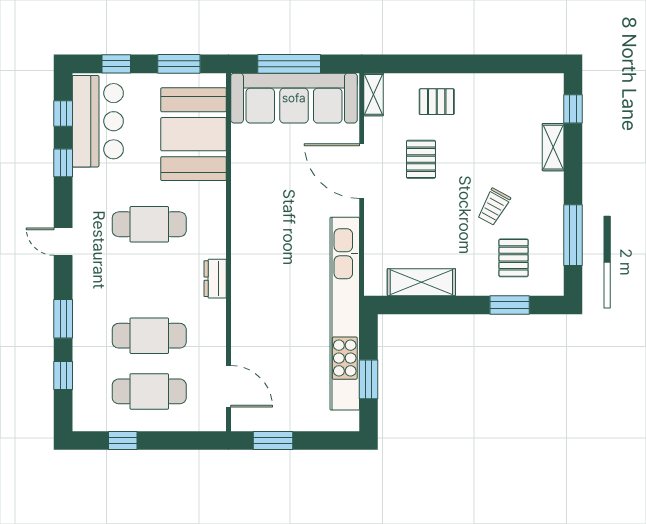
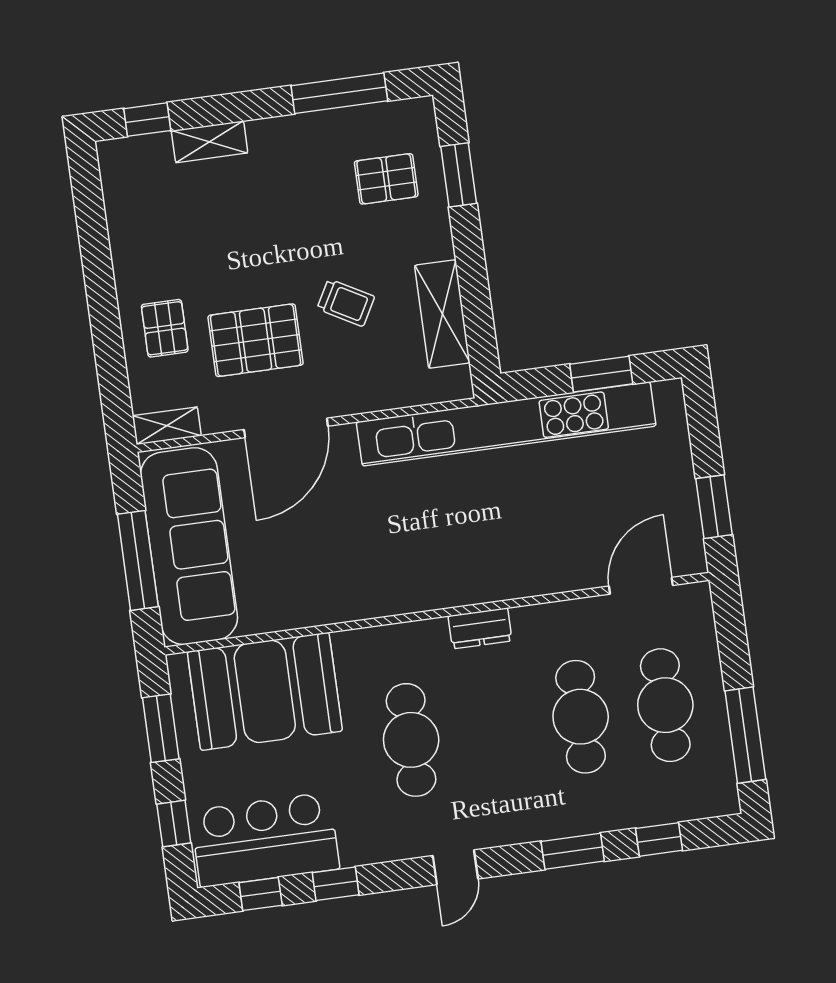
pallet: (421, 159) -> (256, 340), width x1.50, depth x1.42
trolley: (494, 207) -> (346, 303), moved
window: (123, 440) -> (745, 735), width x2.17

